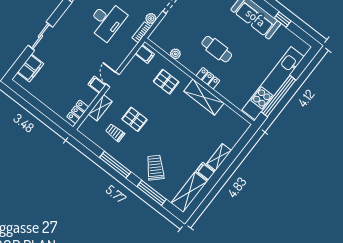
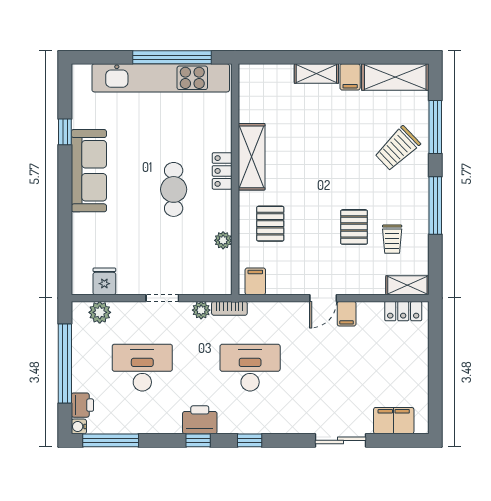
shelving: (100, 108) -> (407, 285), moved

